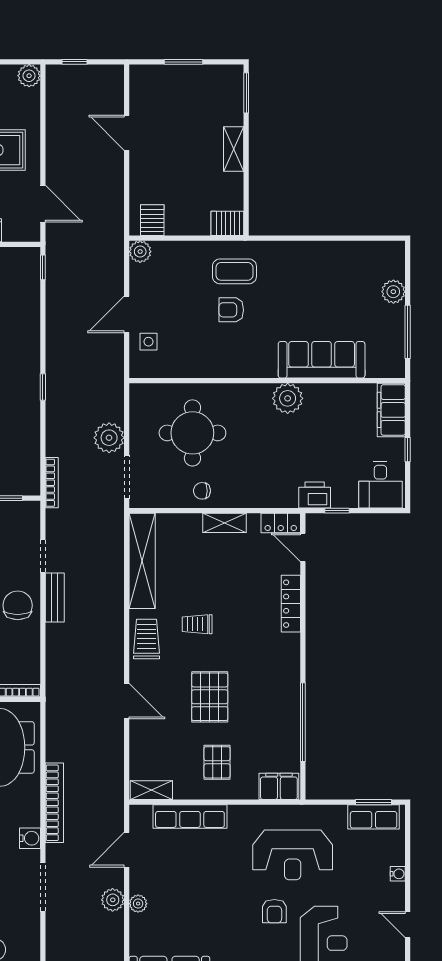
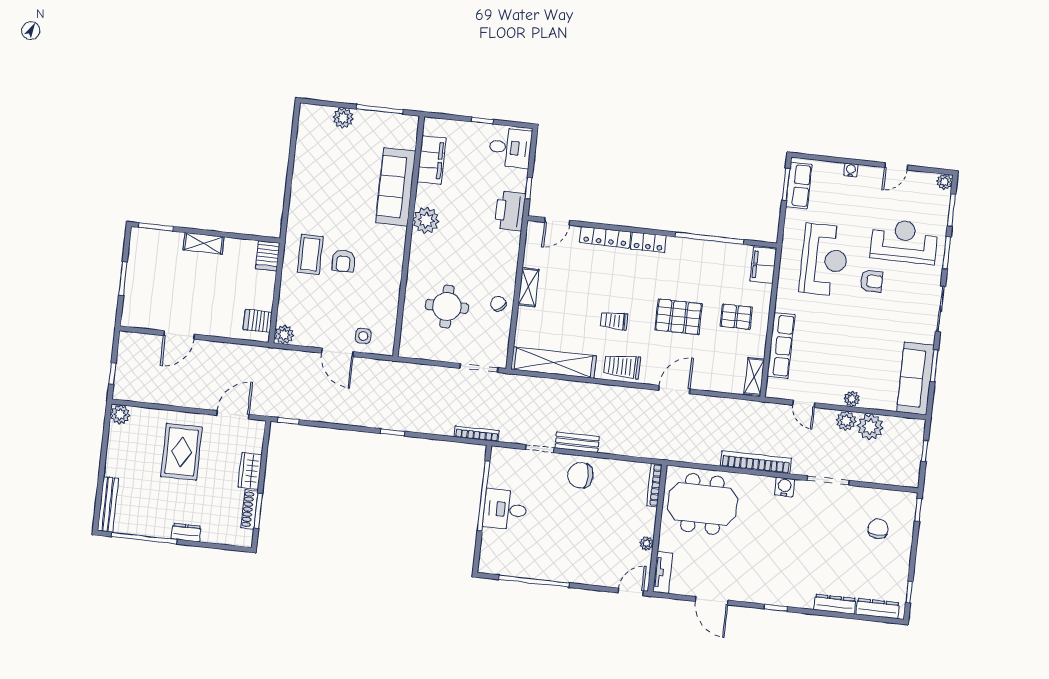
filing cabinet: (391, 410) -> (432, 160), moved, turned -90
round table: (192, 433) -> (447, 306), width x0.73, depth x0.73
plant: (109, 438) -> (870, 427), moved
chair: (202, 491) -> (498, 304), turned 141
printer: (315, 495) -> (510, 211), width x1.37, depth x1.19
locker: (281, 523) -> (648, 242), moved, turned 90
trolley: (197, 624) -> (614, 321), turned 90
door: (127, 850) -> (804, 404), width x0.73

